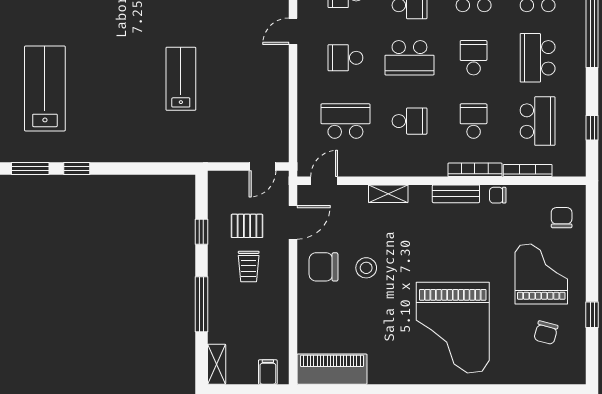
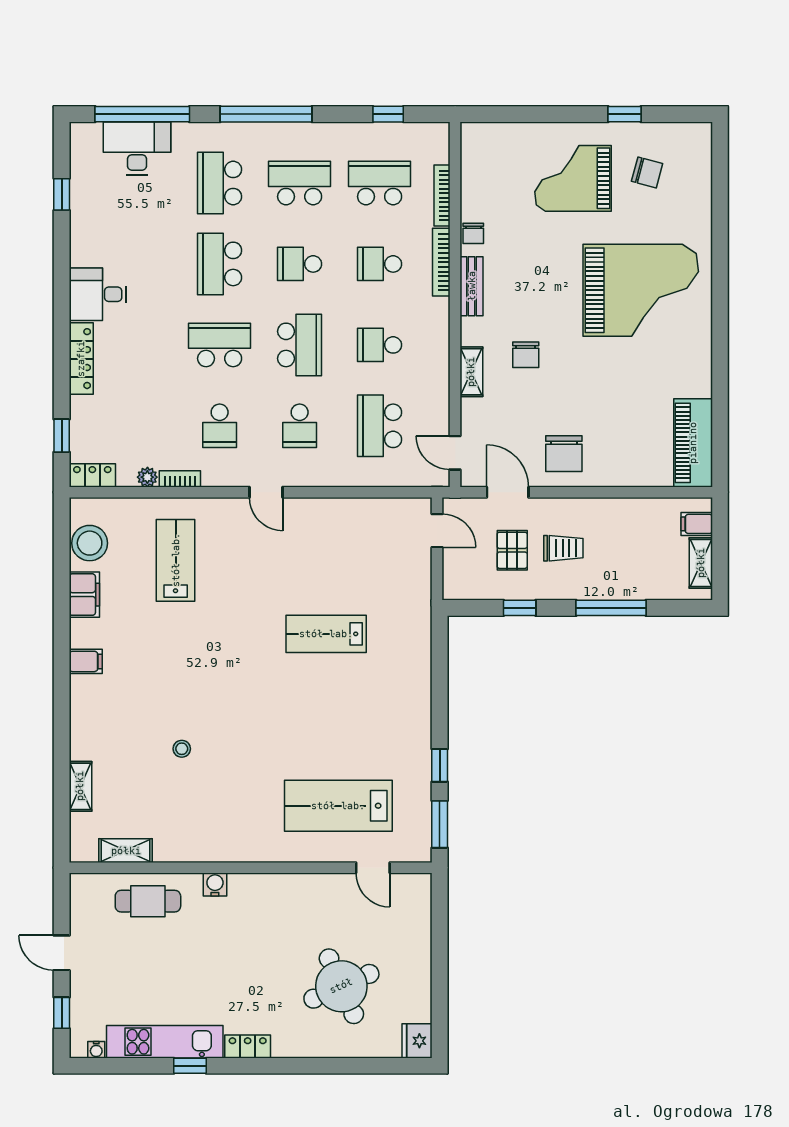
school desk: (538, 58) -> (300, 183), turned 180
school desk: (409, 121) -> (380, 345), turned -90
chair: (562, 218) -> (526, 355), moved, turned -90
stool: (366, 268) -> (565, 400), removed
shelving: (217, 364) -> (701, 563), moved, turned 90

